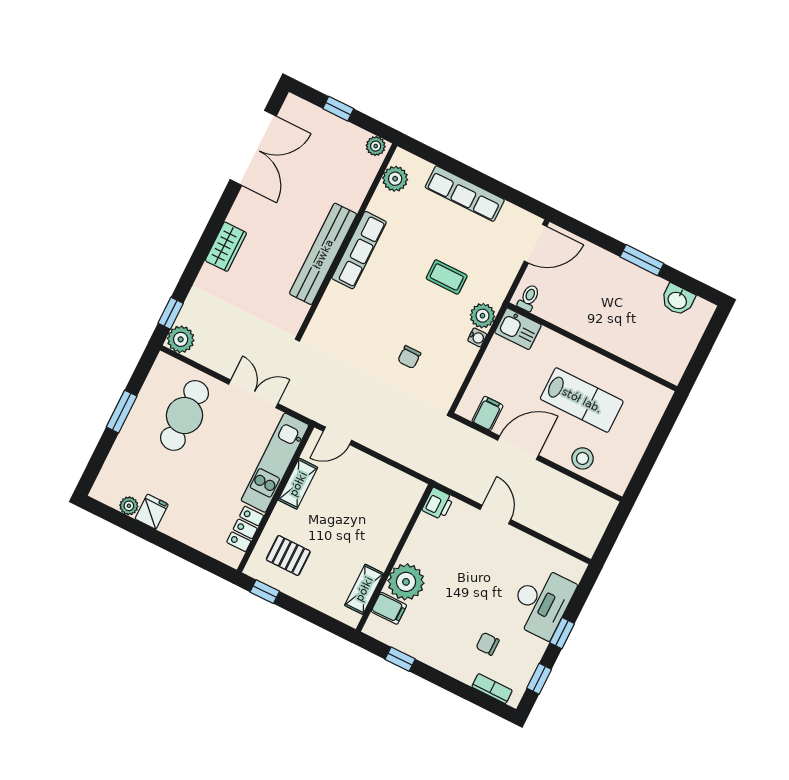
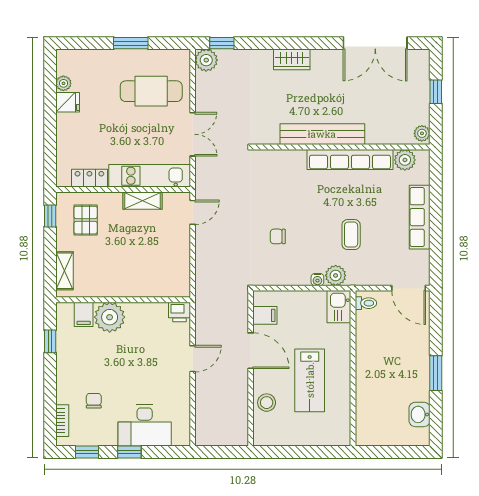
row of seats: (359, 250) -> (350, 160), width x1.36
door: (337, 436) -> (193, 212), swing flipped
shelving: (364, 589) -> (64, 271), moved, turned 90

